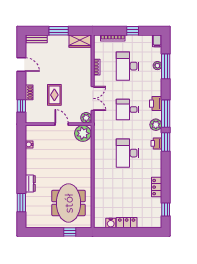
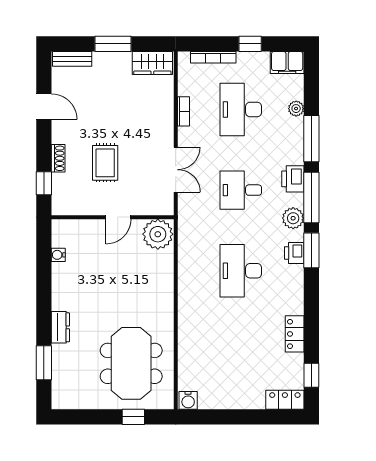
filing cabinet: (157, 41) -> (287, 63), width x2.00
window: (166, 66) -> (311, 139), moved
plant: (86, 118) -> (164, 205), removed
door: (62, 124) -> (118, 217), swing flipped
water cooler: (111, 223) -> (188, 400), moved
locker: (127, 223) -> (285, 400), moved

